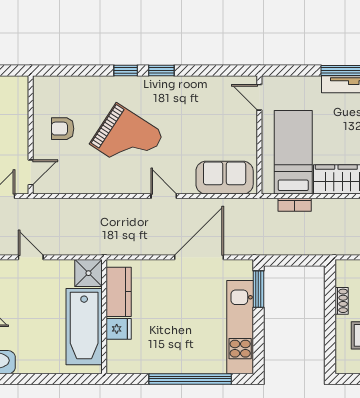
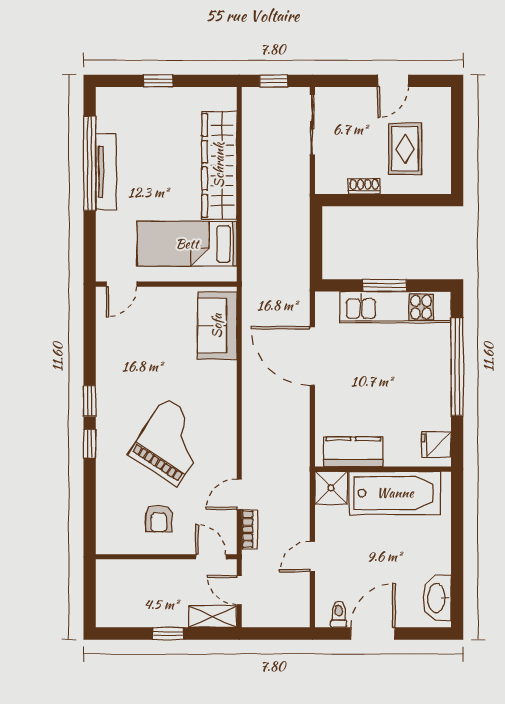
door: (164, 196) -> (239, 494), moved
bookcase: (295, 205) -> (250, 529), moved
window: (258, 289) -> (385, 285), moved
fridge: (119, 329) -> (436, 445), moved, turned -90

